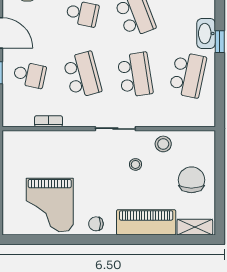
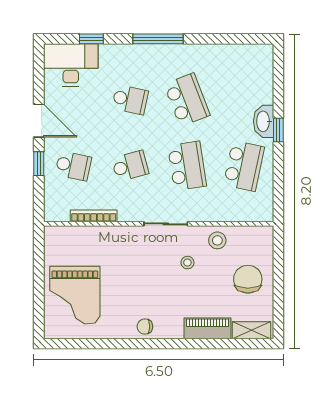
school desk: (82, 75) -> (130, 166), width x0.54
bookcase: (48, 121) -> (94, 216), width x1.56
grand piano: (50, 205) -> (75, 295), moved
piano: (146, 222) -> (207, 328), width x0.73, depth x0.75

